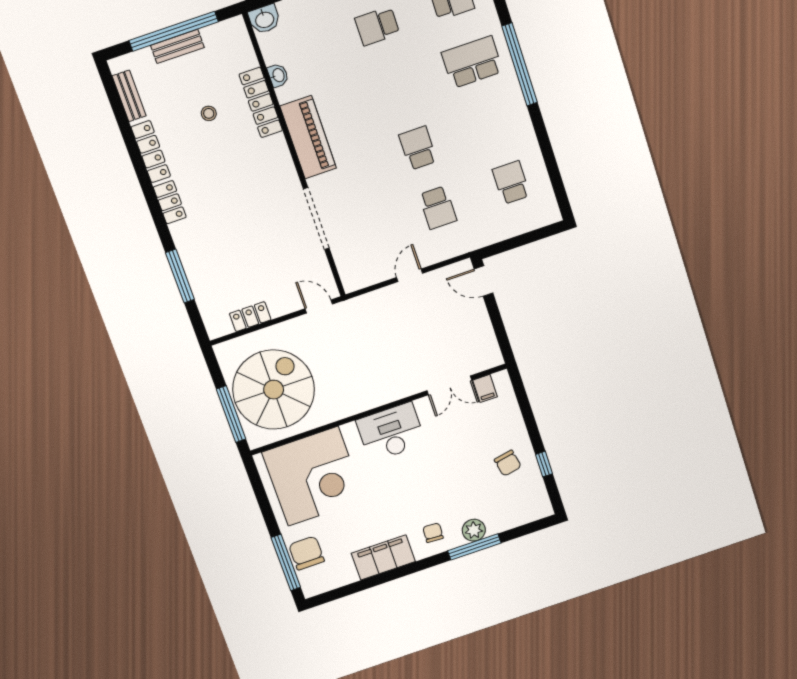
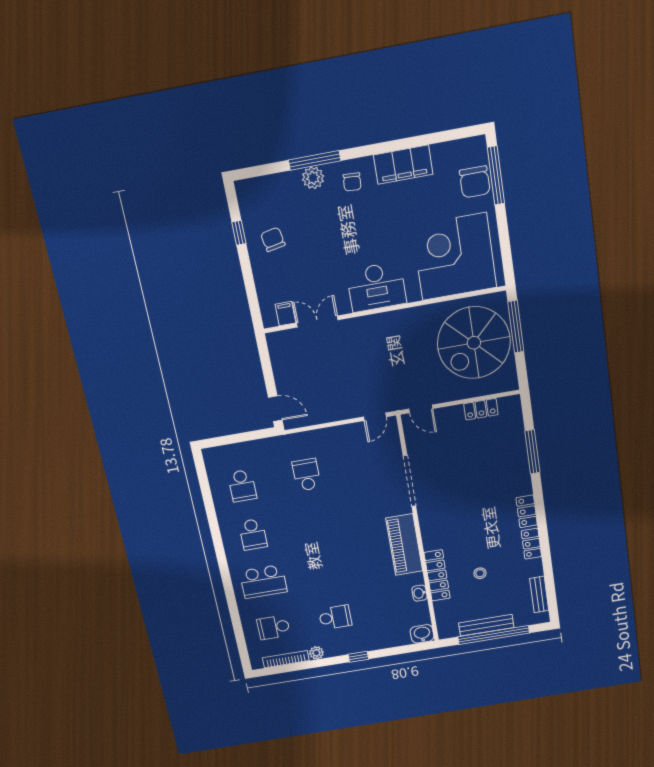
bench: (177, 46) -> (486, 625), width x1.36
window: (520, 64) -> (225, 575), removed
school desk: (418, 148) -> (253, 534), moved
locker: (151, 152) -> (531, 544), width x0.66
door: (410, 275) -> (375, 417), moved

